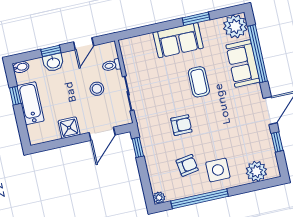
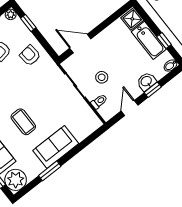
armchair: (181, 125) -> (30, 55), moved, turned 84
shower: (69, 128) -> (132, 19), moved
door: (102, 134) -> (80, 43), hinge flipped
window: (138, 147) -> (28, 23), moved

